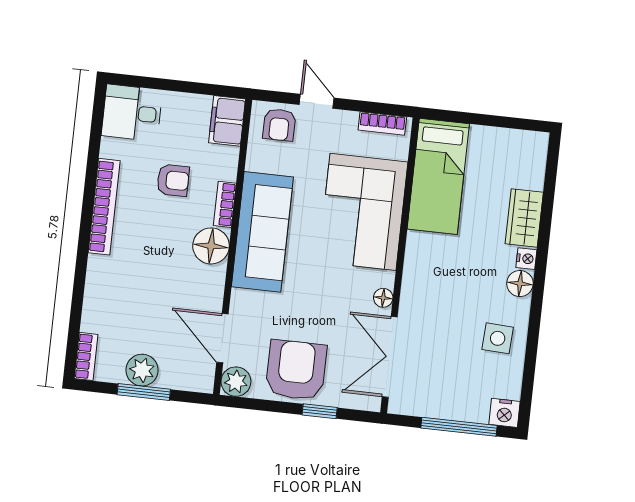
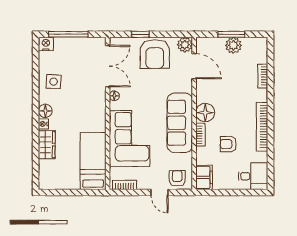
bookcase: (86, 356) -> (263, 76), moved

